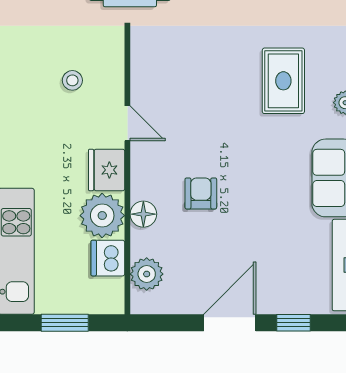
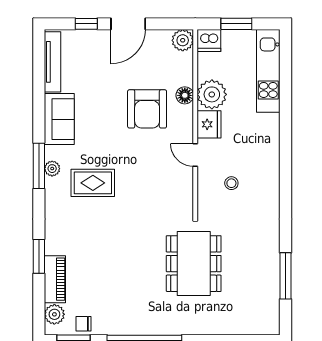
rug: (283, 81) -> (93, 183), turned 90
armchair: (201, 193) -> (147, 109), width x1.88, depth x1.88
dishwasher: (108, 258) -> (209, 41), moved, turned 90
plant: (147, 274) -> (183, 40), moved

